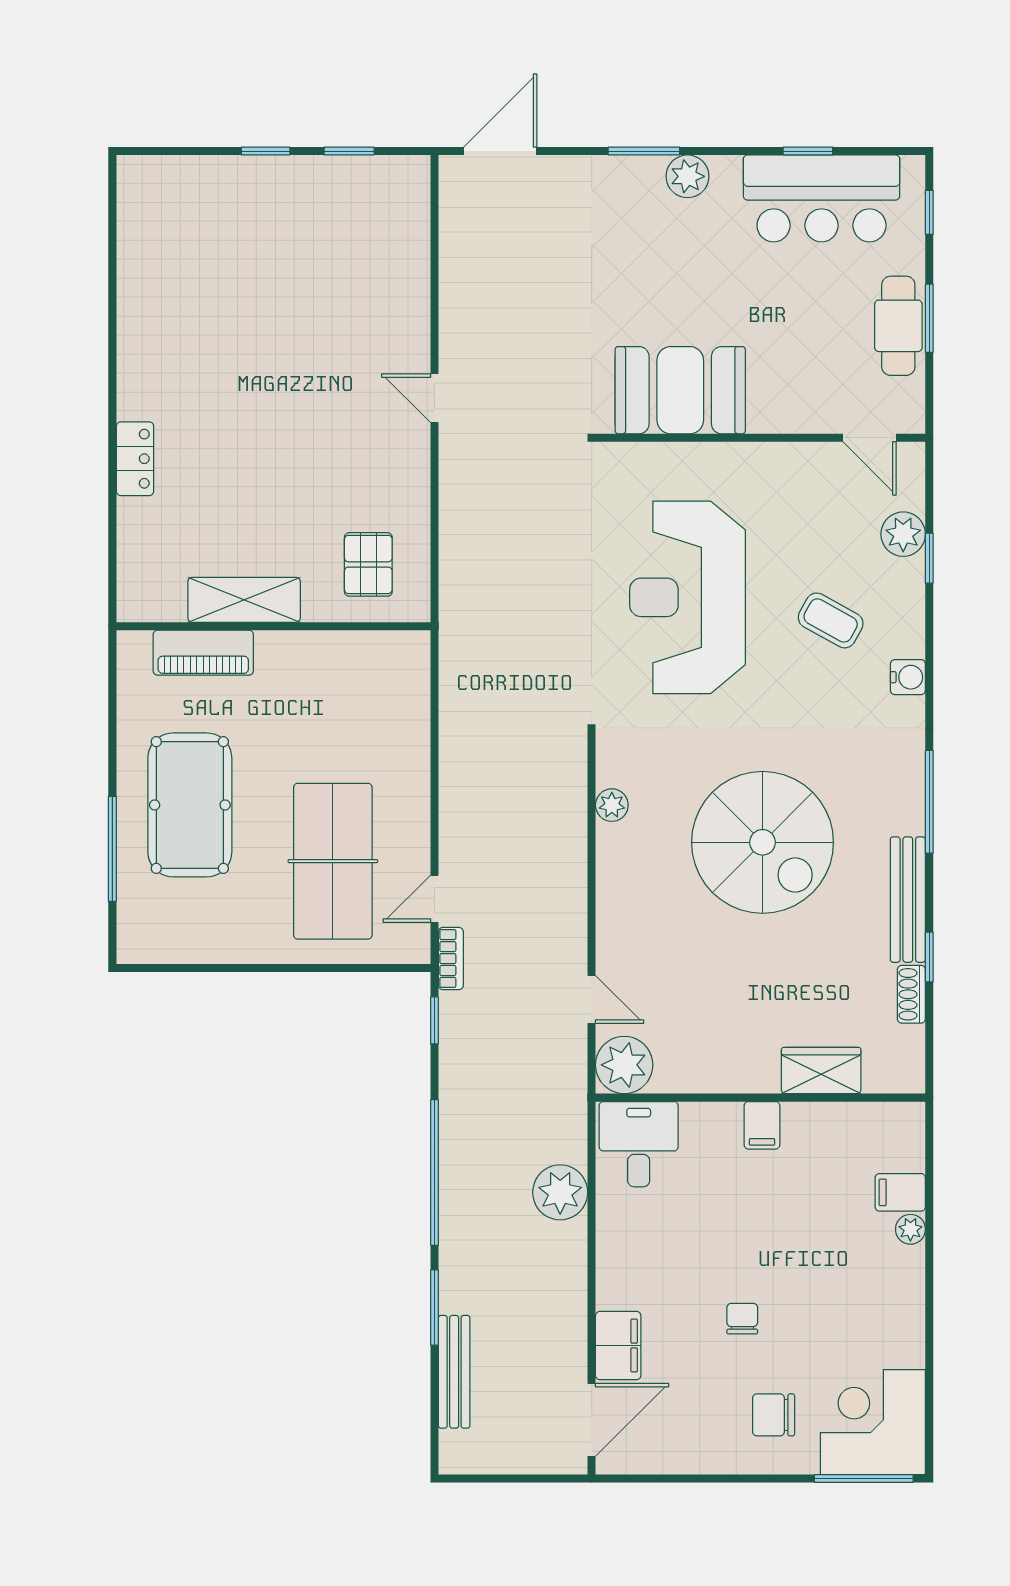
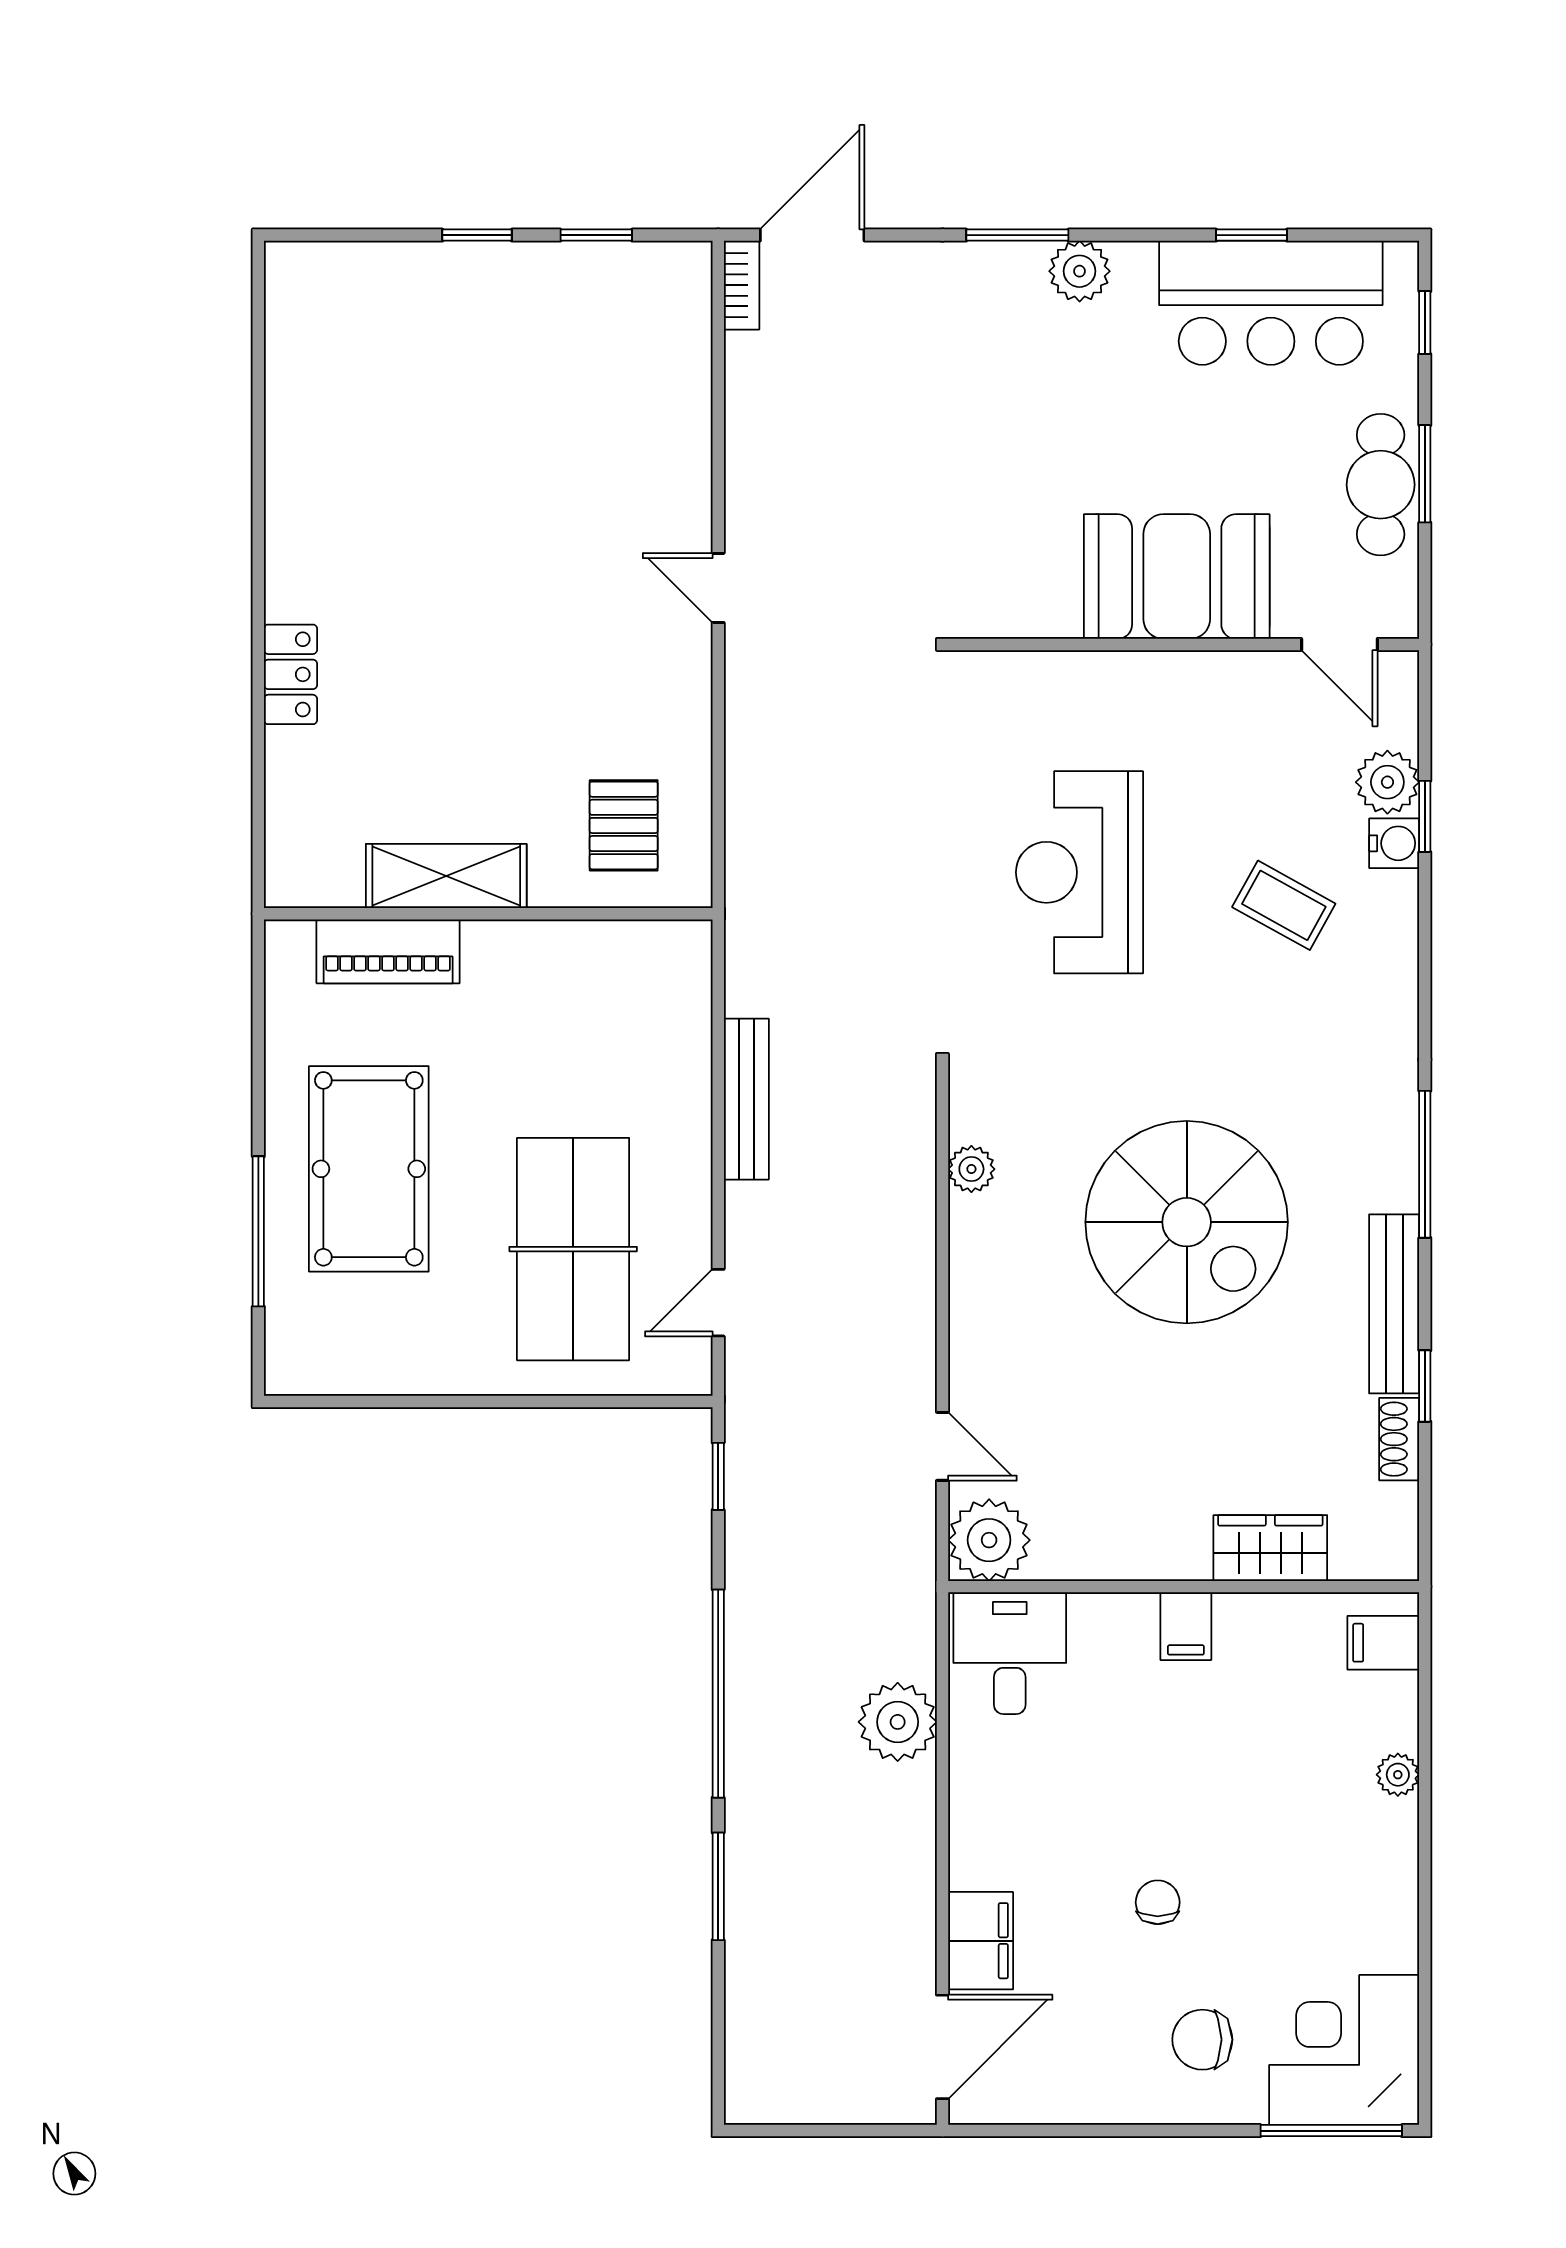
booth: (680, 390) -> (1177, 577), moved
reception desk: (687, 597) -> (1079, 872), width x0.74, depth x0.77
water cooler: (908, 677) -> (1394, 843), moved
bookcase: (451, 959) -> (742, 285), moved
filing cabinet: (900, 1192) -> (1383, 1643), moved
bench: (454, 1372) -> (746, 1099), moved

